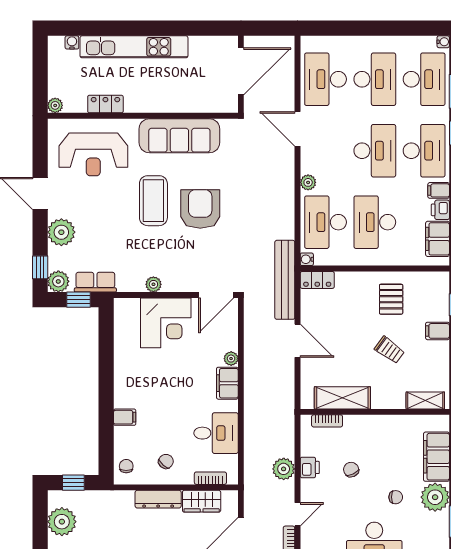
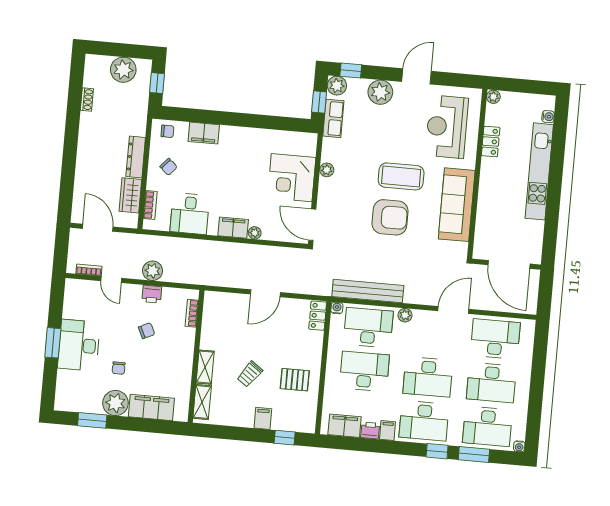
bench: (285, 280) -> (368, 291), moved
shelving: (342, 398) -> (205, 367), moved, width x0.67, depth x0.75
filing cabinet: (125, 417) -> (204, 133), width x2.00

